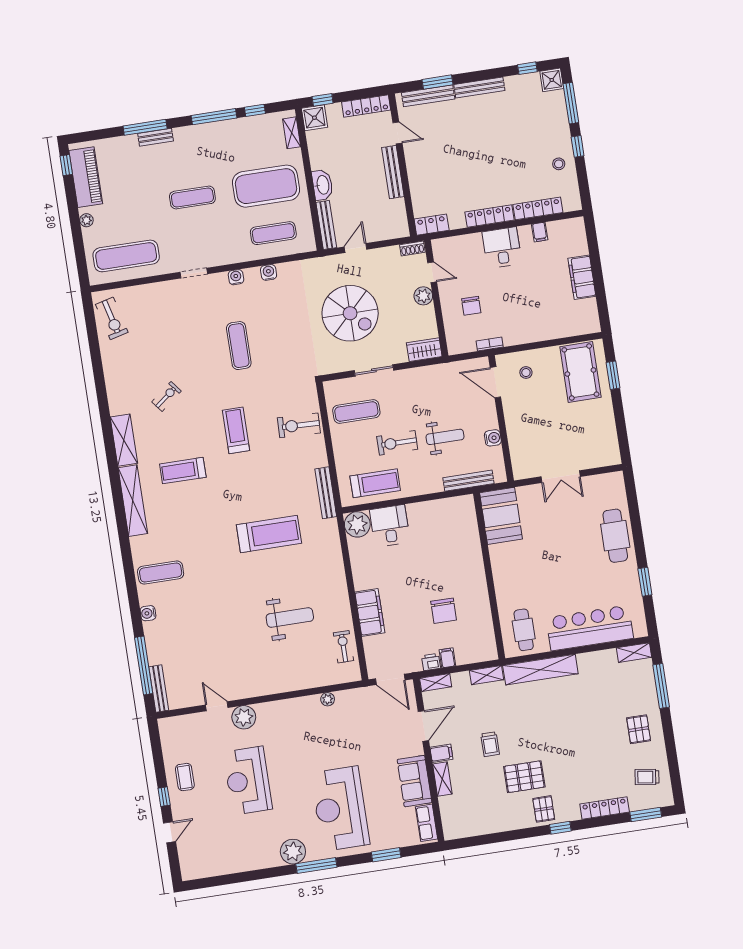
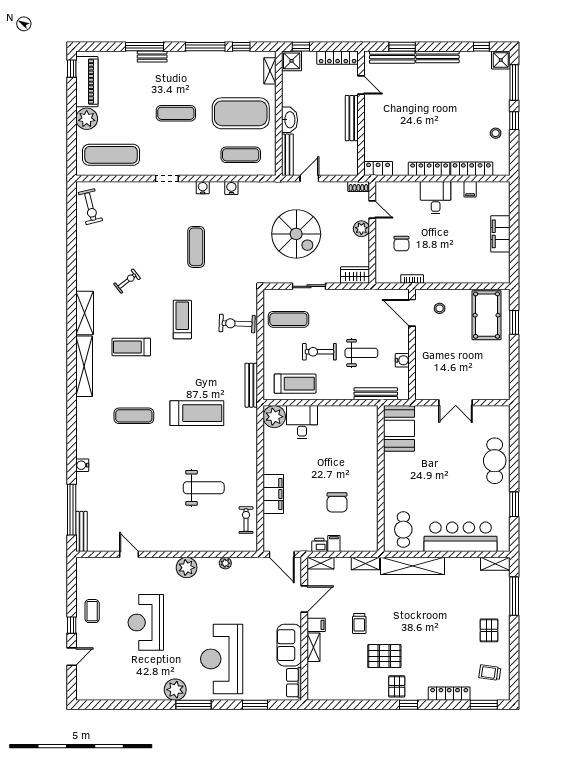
plant: (86, 220) -> (87, 119), width x1.88, depth x1.88
exercise mat: (161, 572) -> (134, 416), moved
plant: (244, 717) -> (187, 568), moved

